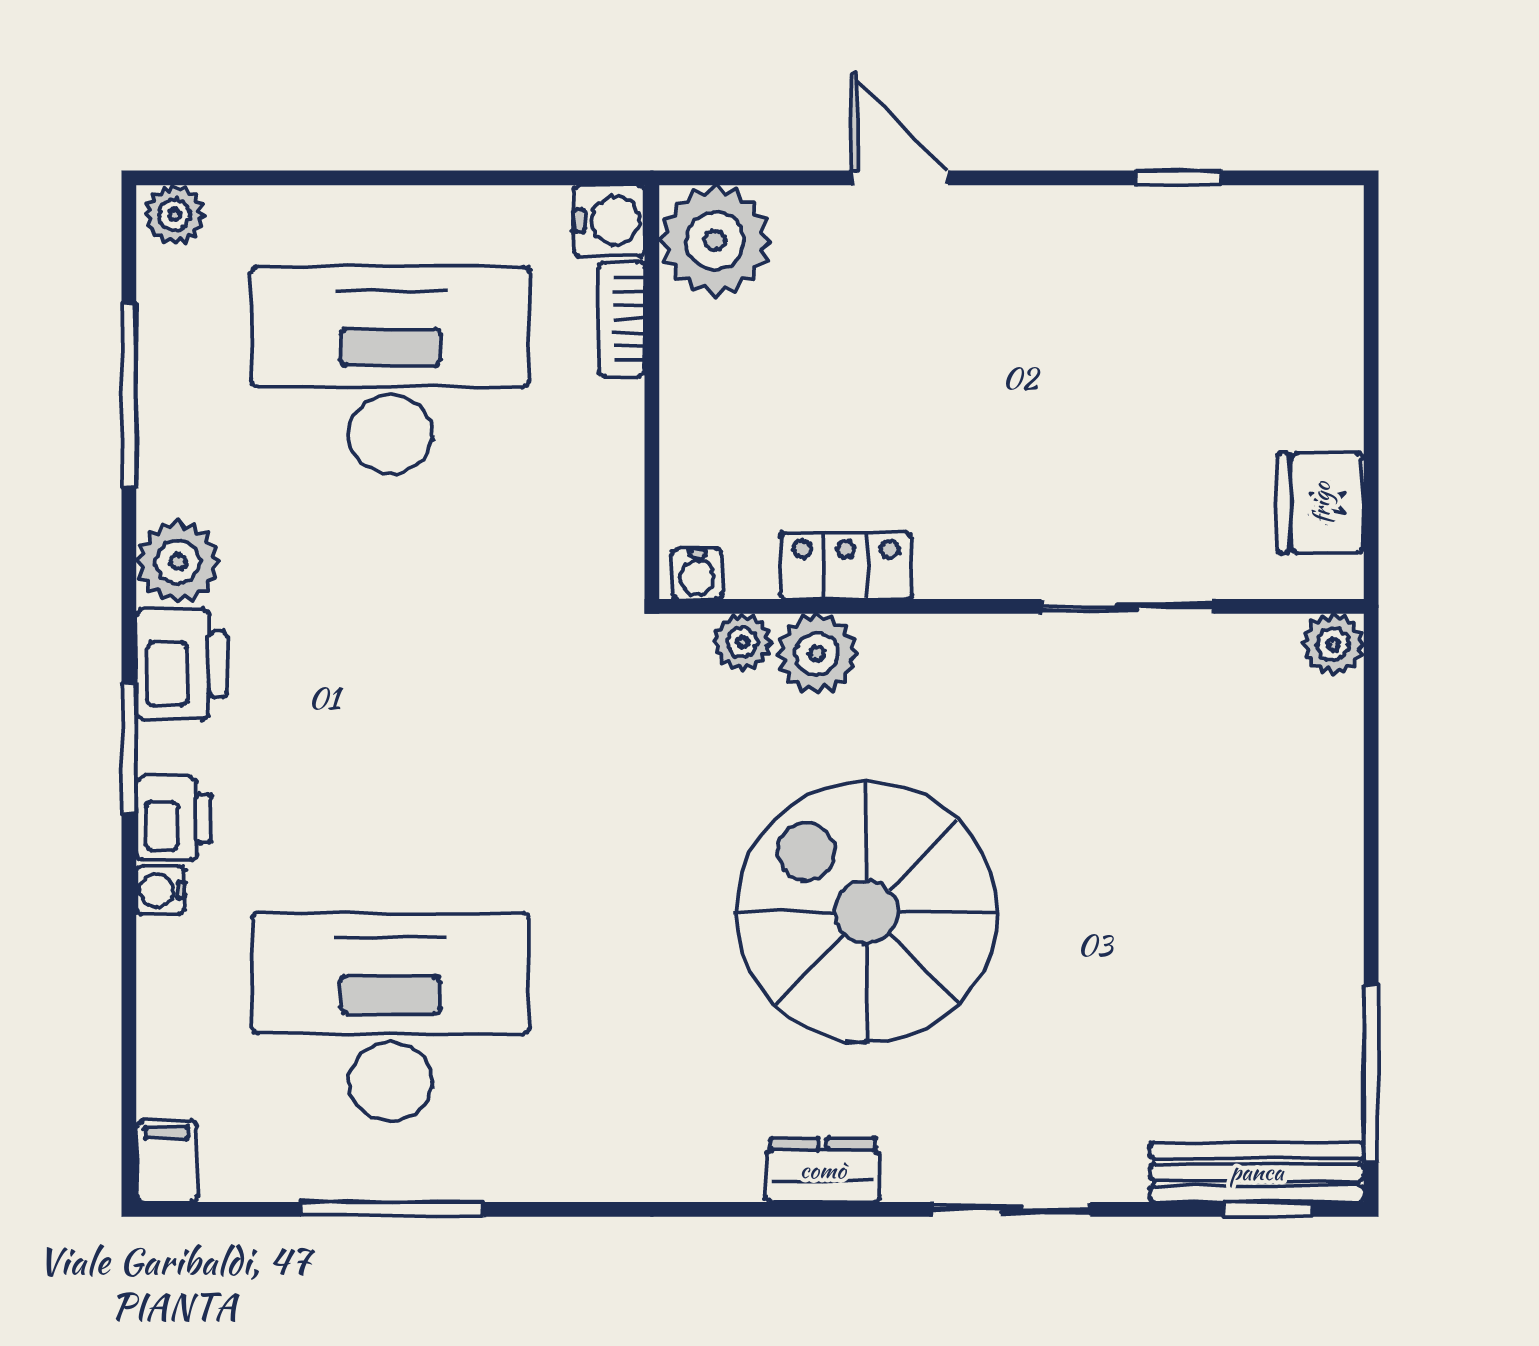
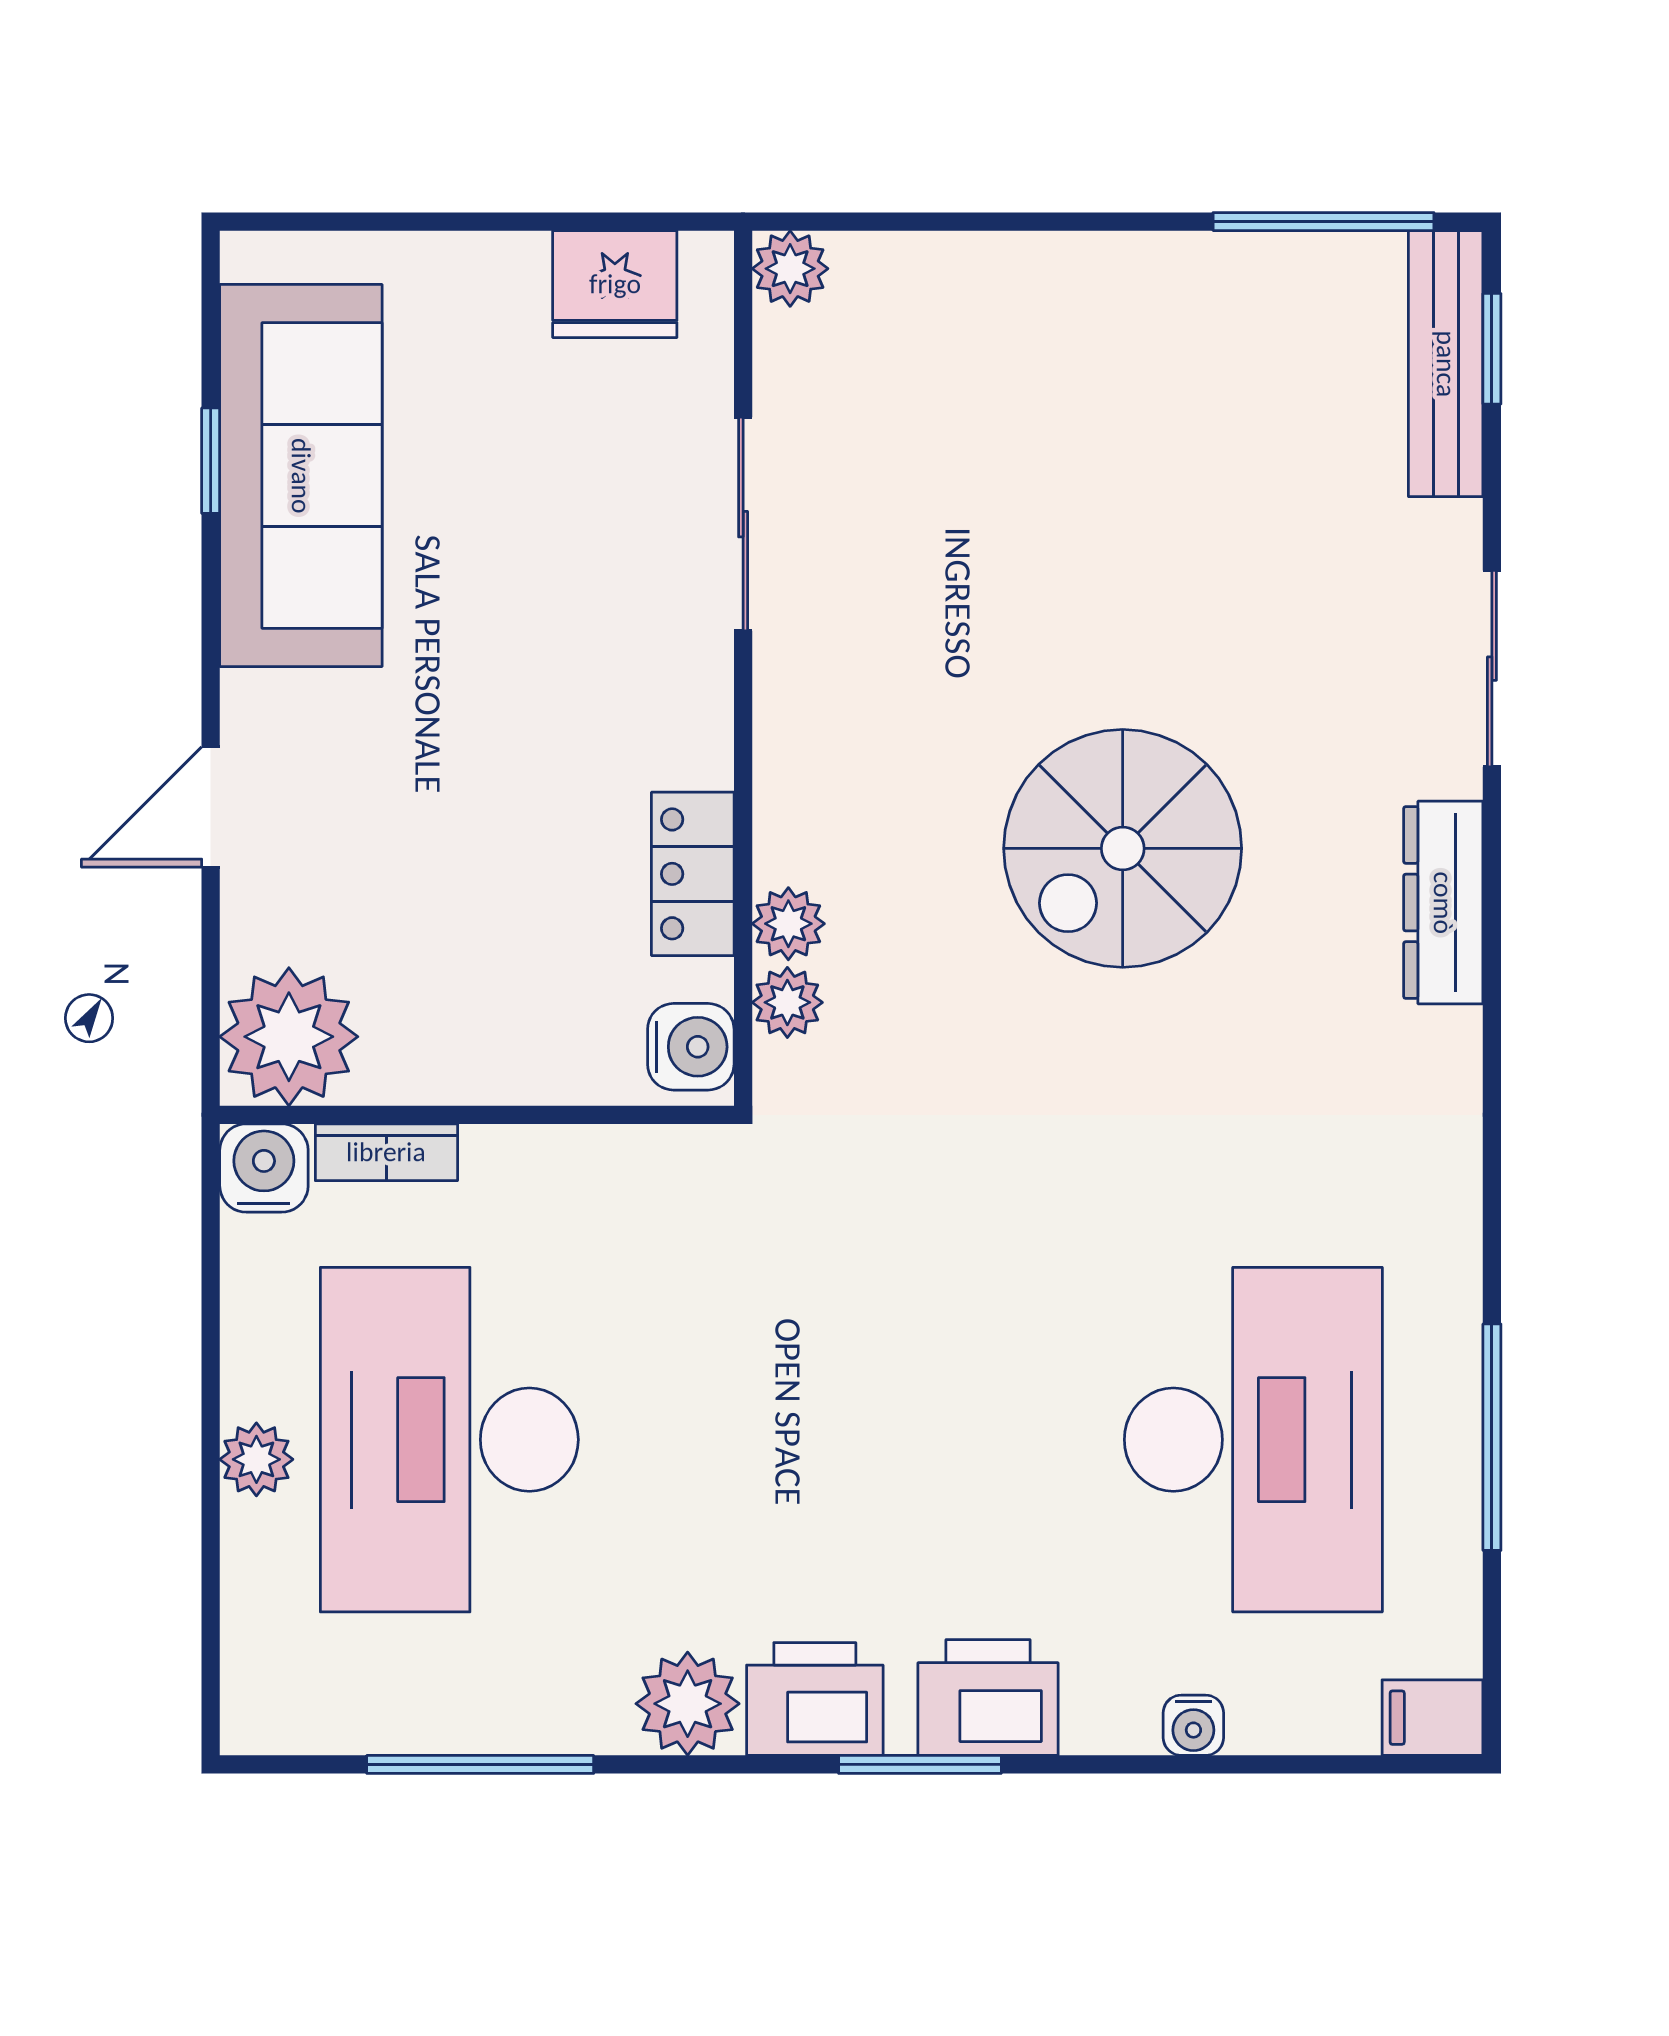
plant: (174, 215) -> (256, 1459), moved
sofa: (1167, 250) -> (301, 476), added
water cooler: (697, 574) -> (691, 1047), width x1.38, depth x1.38
plant: (817, 654) -> (788, 924), width x0.73, depth x0.73
printer: (174, 819) -> (988, 1697), width x1.36, depth x1.24
water cooler: (161, 890) -> (1193, 1725), moved
spiral stairs: (866, 912) -> (1123, 848), width x0.73, depth x0.73
desk: (390, 1017) -> (1253, 1440), turned 180
dresser: (823, 1170) -> (1443, 903), width x1.44

